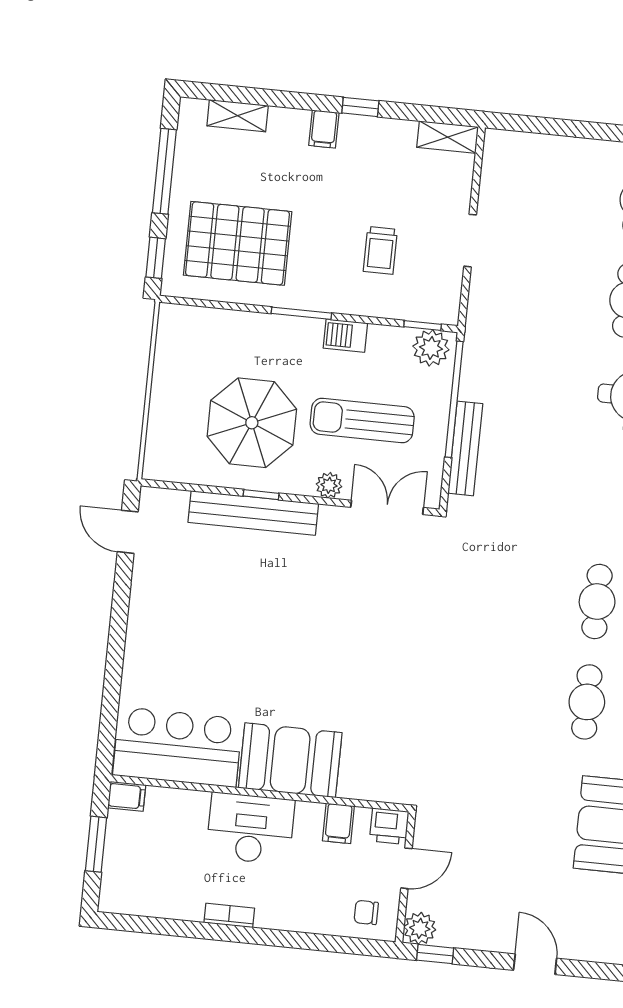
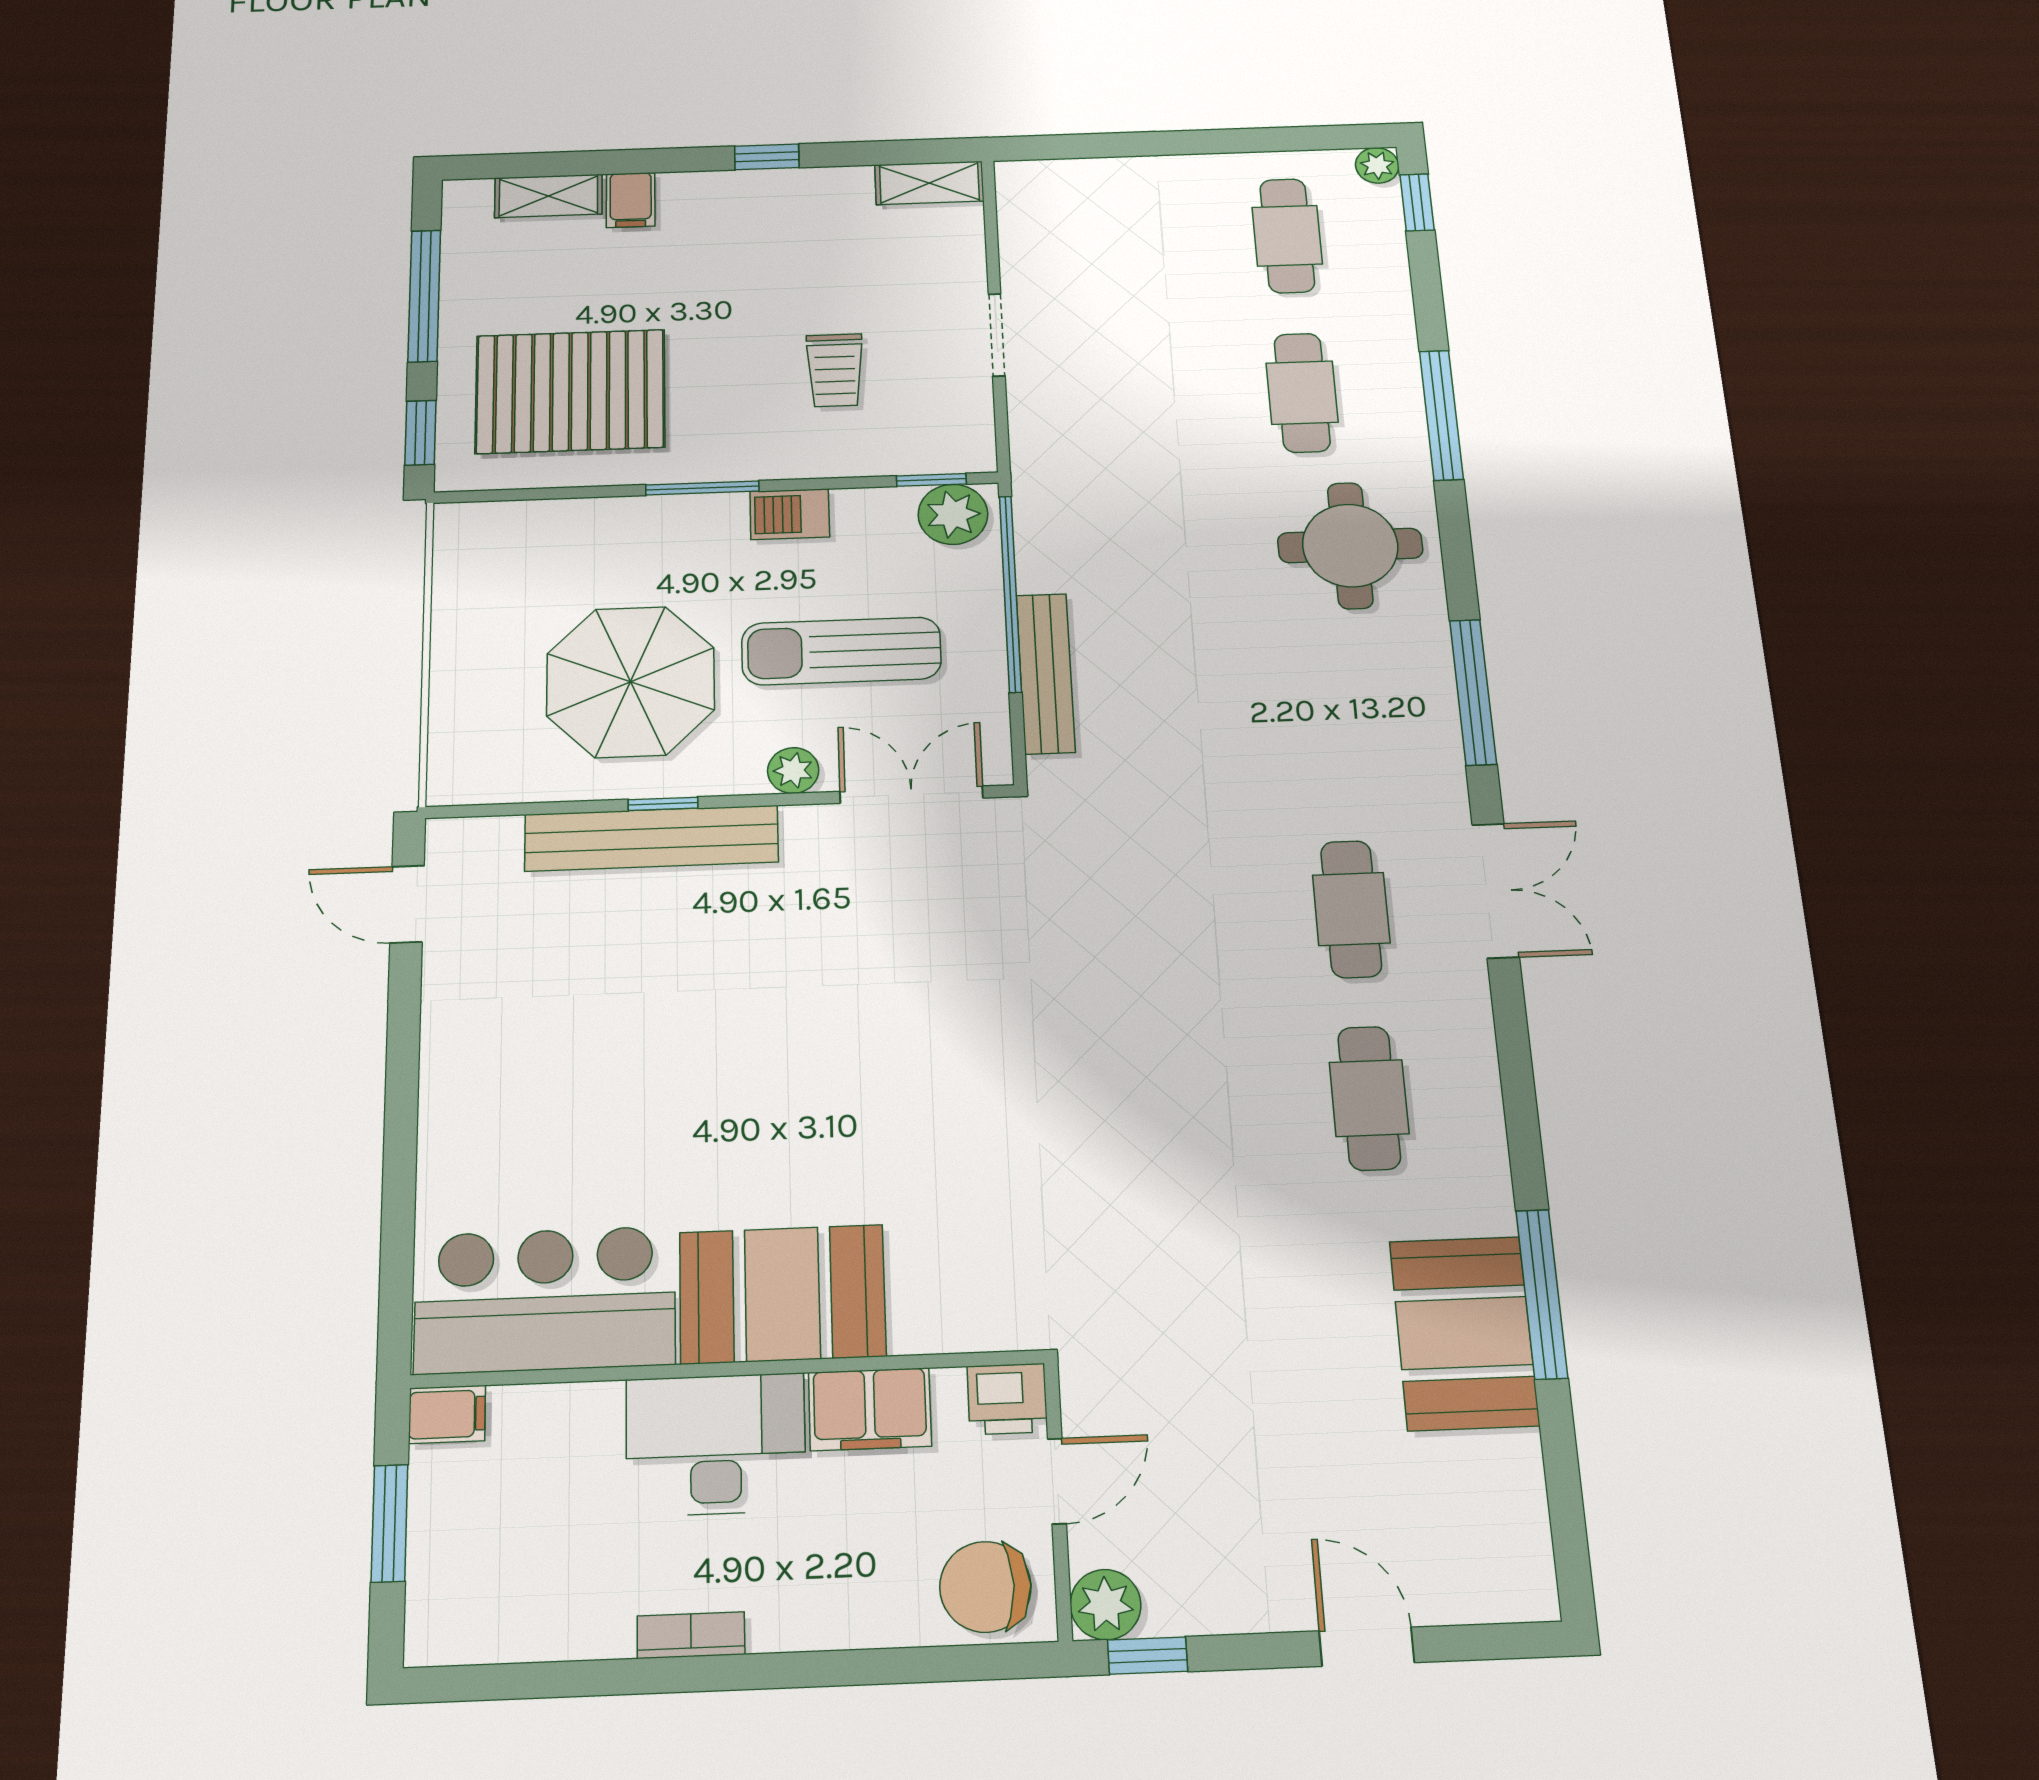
filing cabinet: (324, 129) -> (631, 200), moved
filing cabinet: (338, 823) -> (870, 1409), width x2.00
chair: (366, 912) -> (985, 1587), width x1.87, depth x1.87

